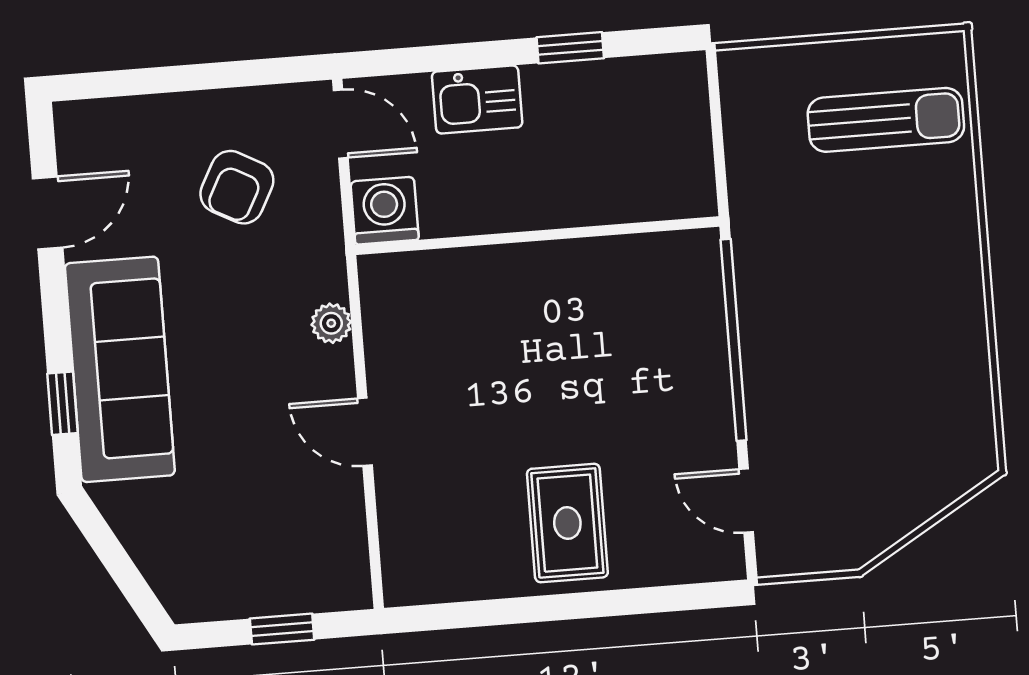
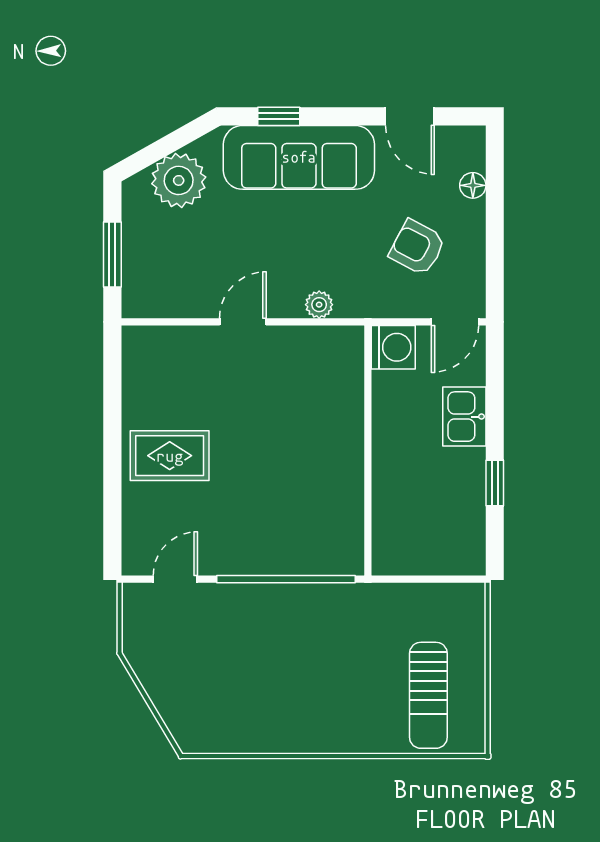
floor lamp: (141, 114) -> (473, 185), added
plant: (167, 541) -> (179, 180), added
window: (282, 629) -> (112, 255), width x1.50

